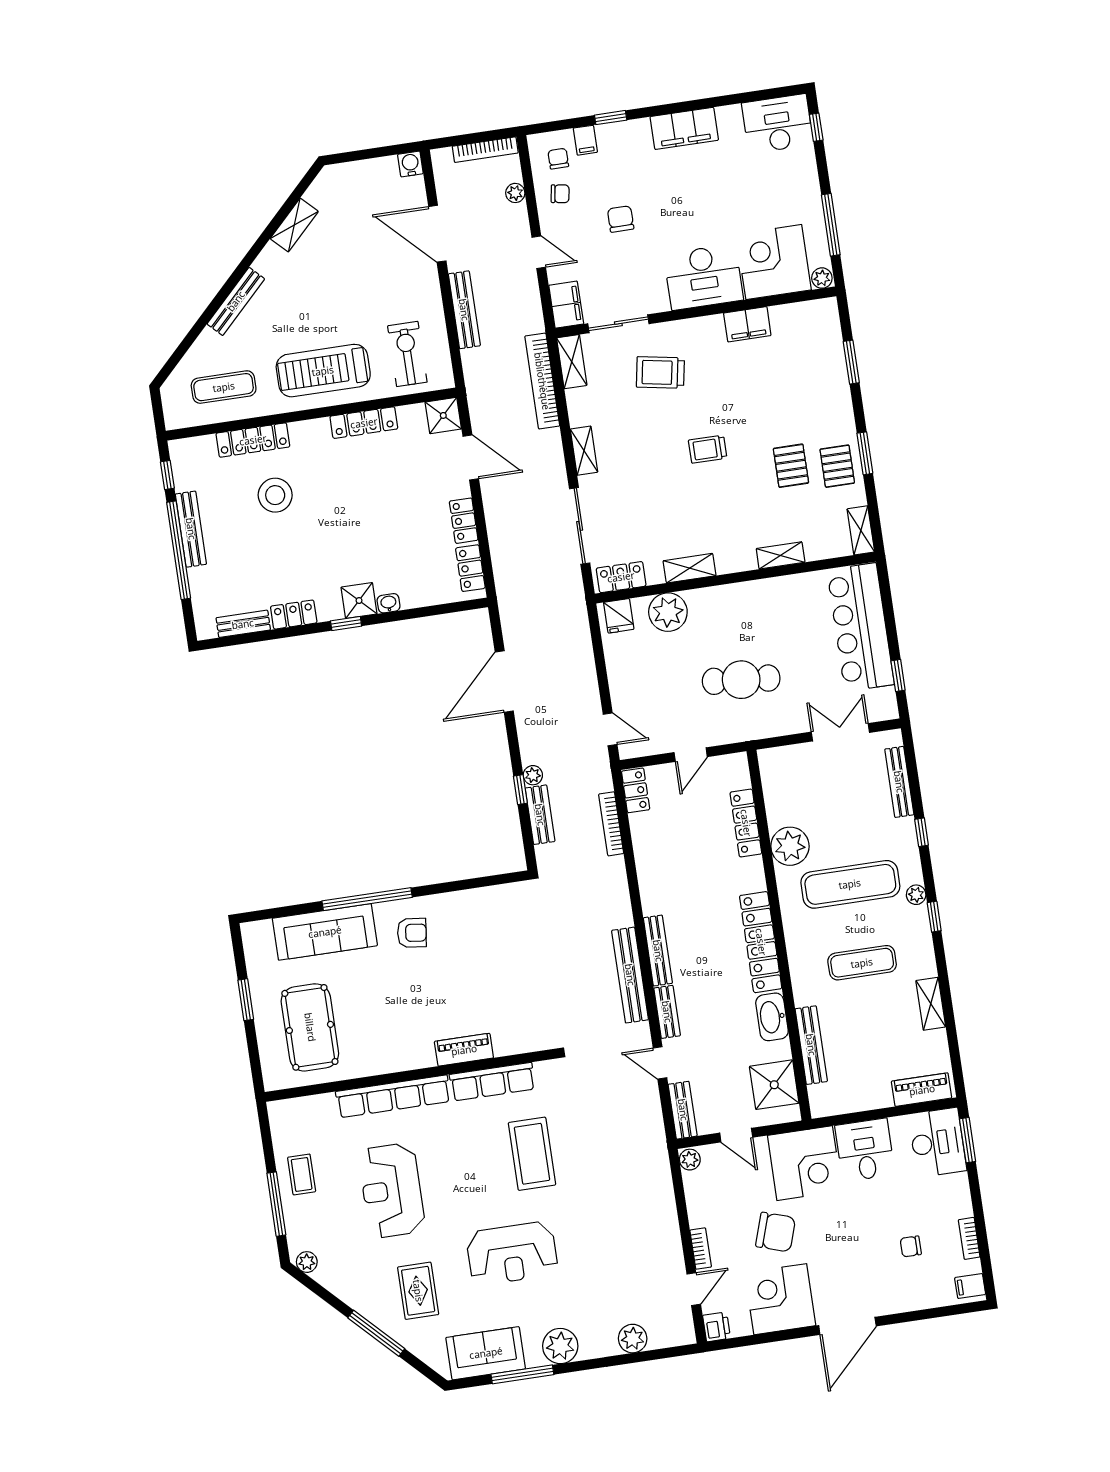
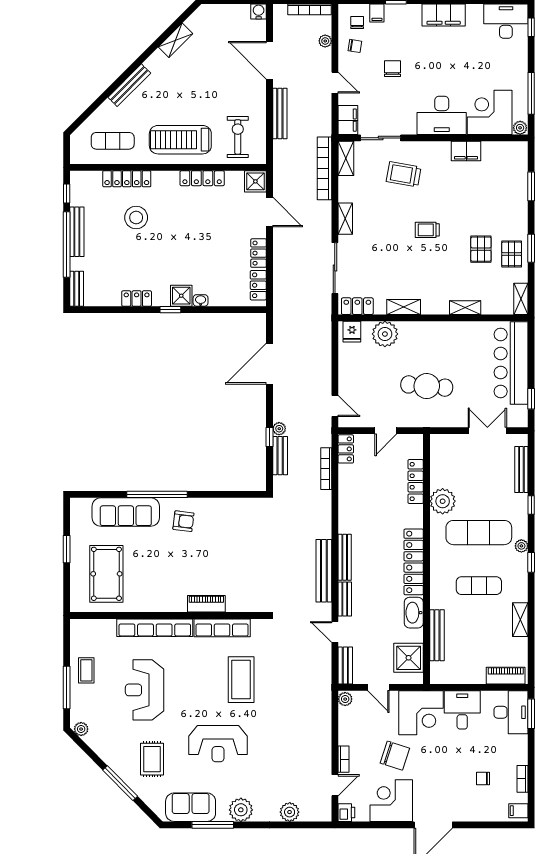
bench: (243, 624) -> (77, 289), moved, turned 90

